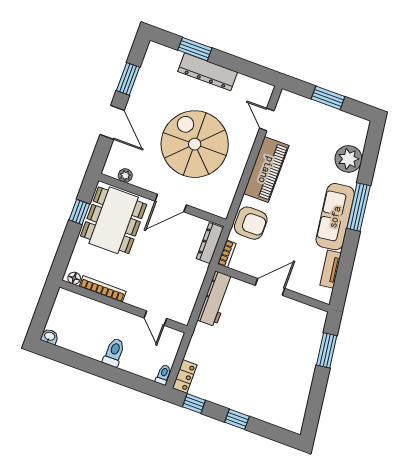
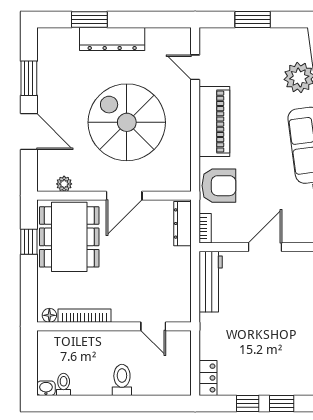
toilet: (163, 375) -> (64, 384), moved
window: (194, 404) -> (248, 404), moved

